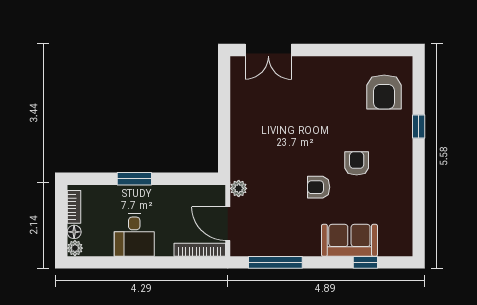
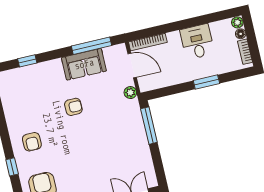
window: (224, 139) -> (149, 126), added
armchair: (357, 163) -> (32, 142), moved
sofa: (349, 240) -> (84, 64), moved

